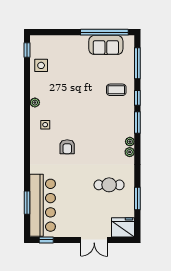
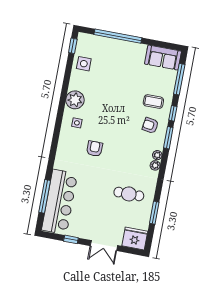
window: (104, 32) -> (118, 36), moved
sofa: (106, 45) -> (163, 58), moved
plant: (35, 103) -> (75, 100), width x1.88, depth x1.88
armchair: (118, 114) -> (150, 125), added
armchair: (67, 147) -> (95, 149), turned 180
window: (27, 203) -> (45, 196), width x1.44
window: (46, 240) -> (71, 239), moved

